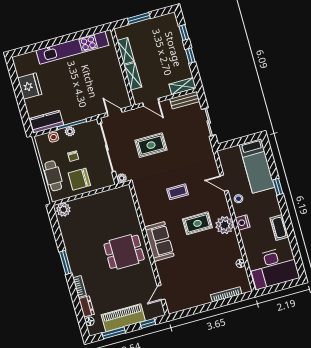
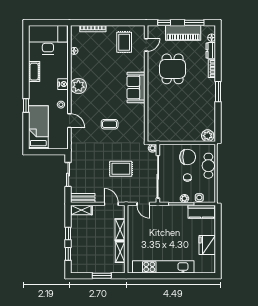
rug: (197, 223) -> (124, 42), moved, turned 90
dining table: (124, 252) -> (173, 69), moved, turned 90

